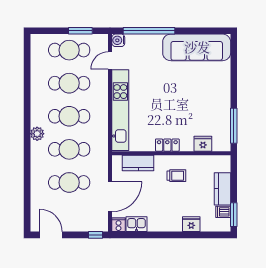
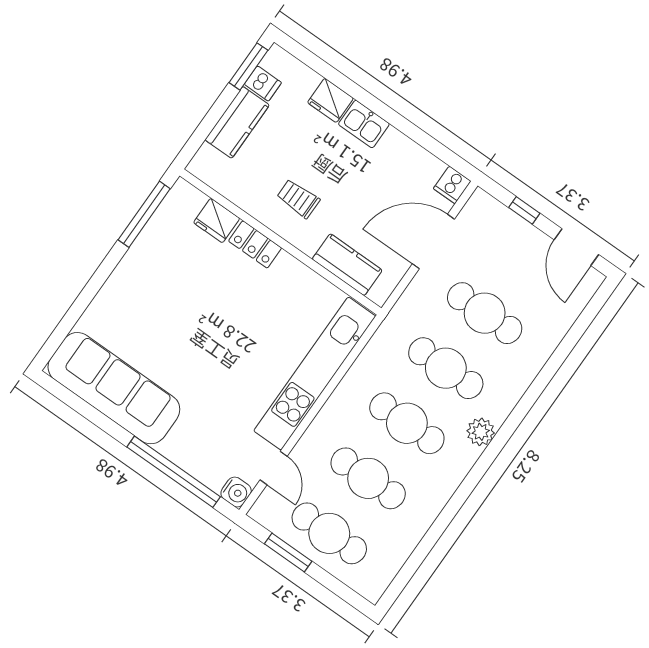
door: (110, 61) -> (274, 468), hinge flipped
locker: (167, 145) -> (255, 244), moved
kitchen sink: (136, 224) -> (364, 124), moved
window: (96, 235) -> (524, 210), moved

